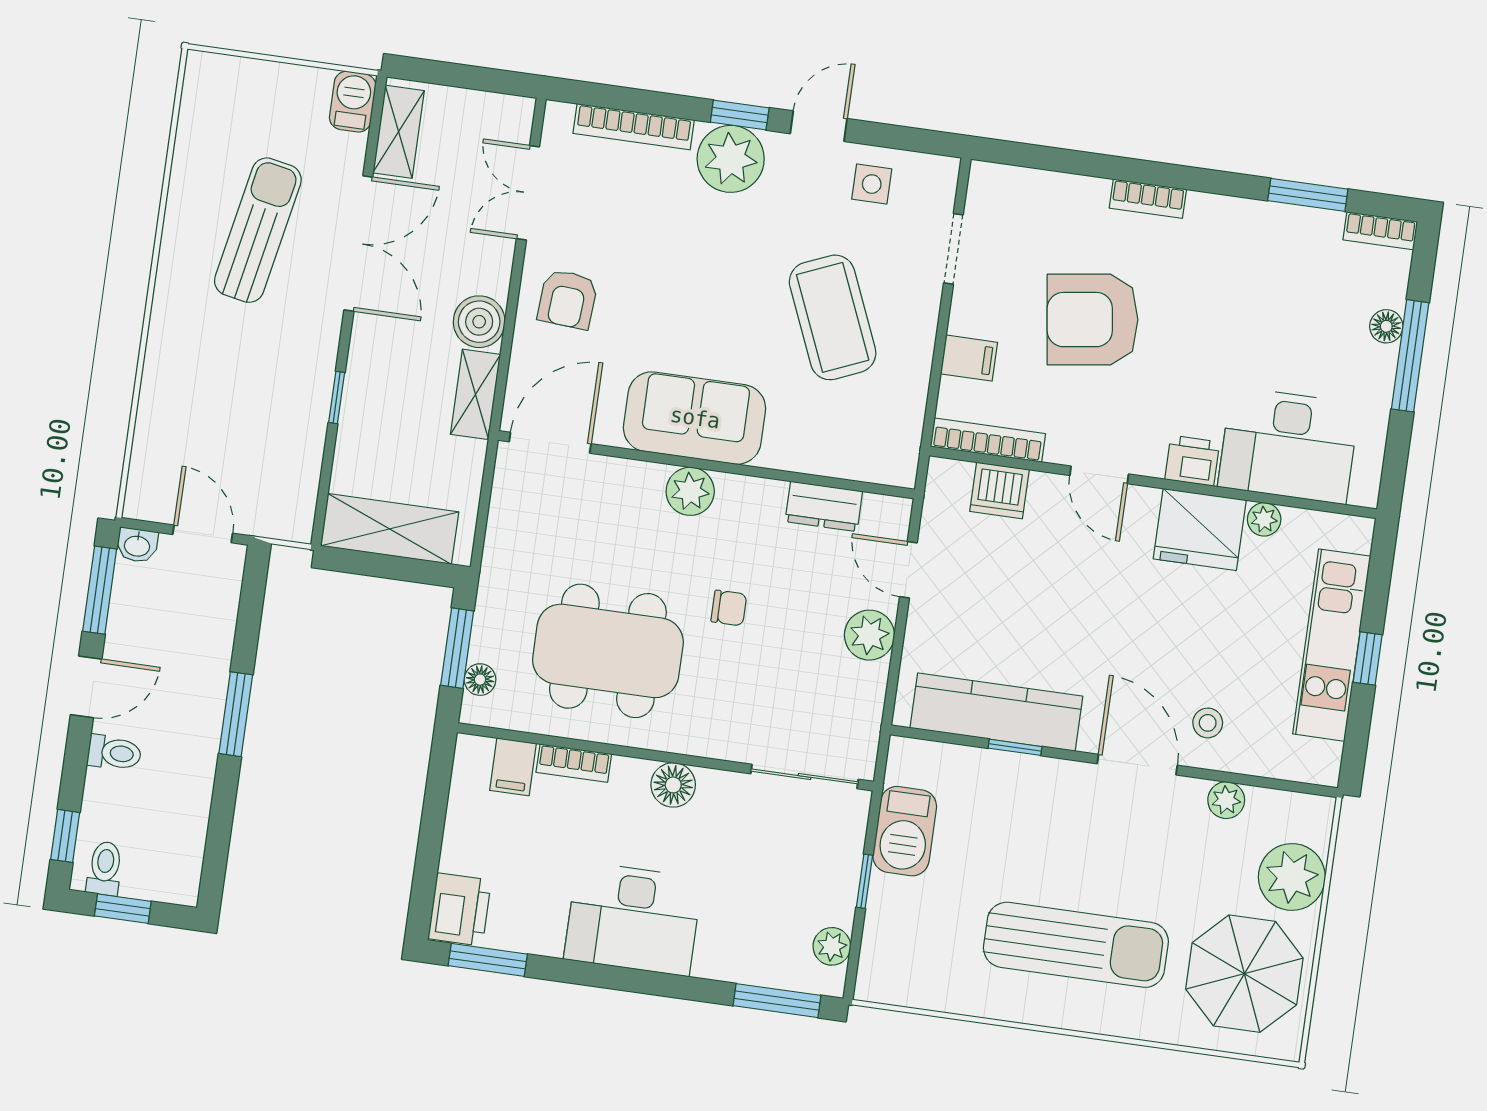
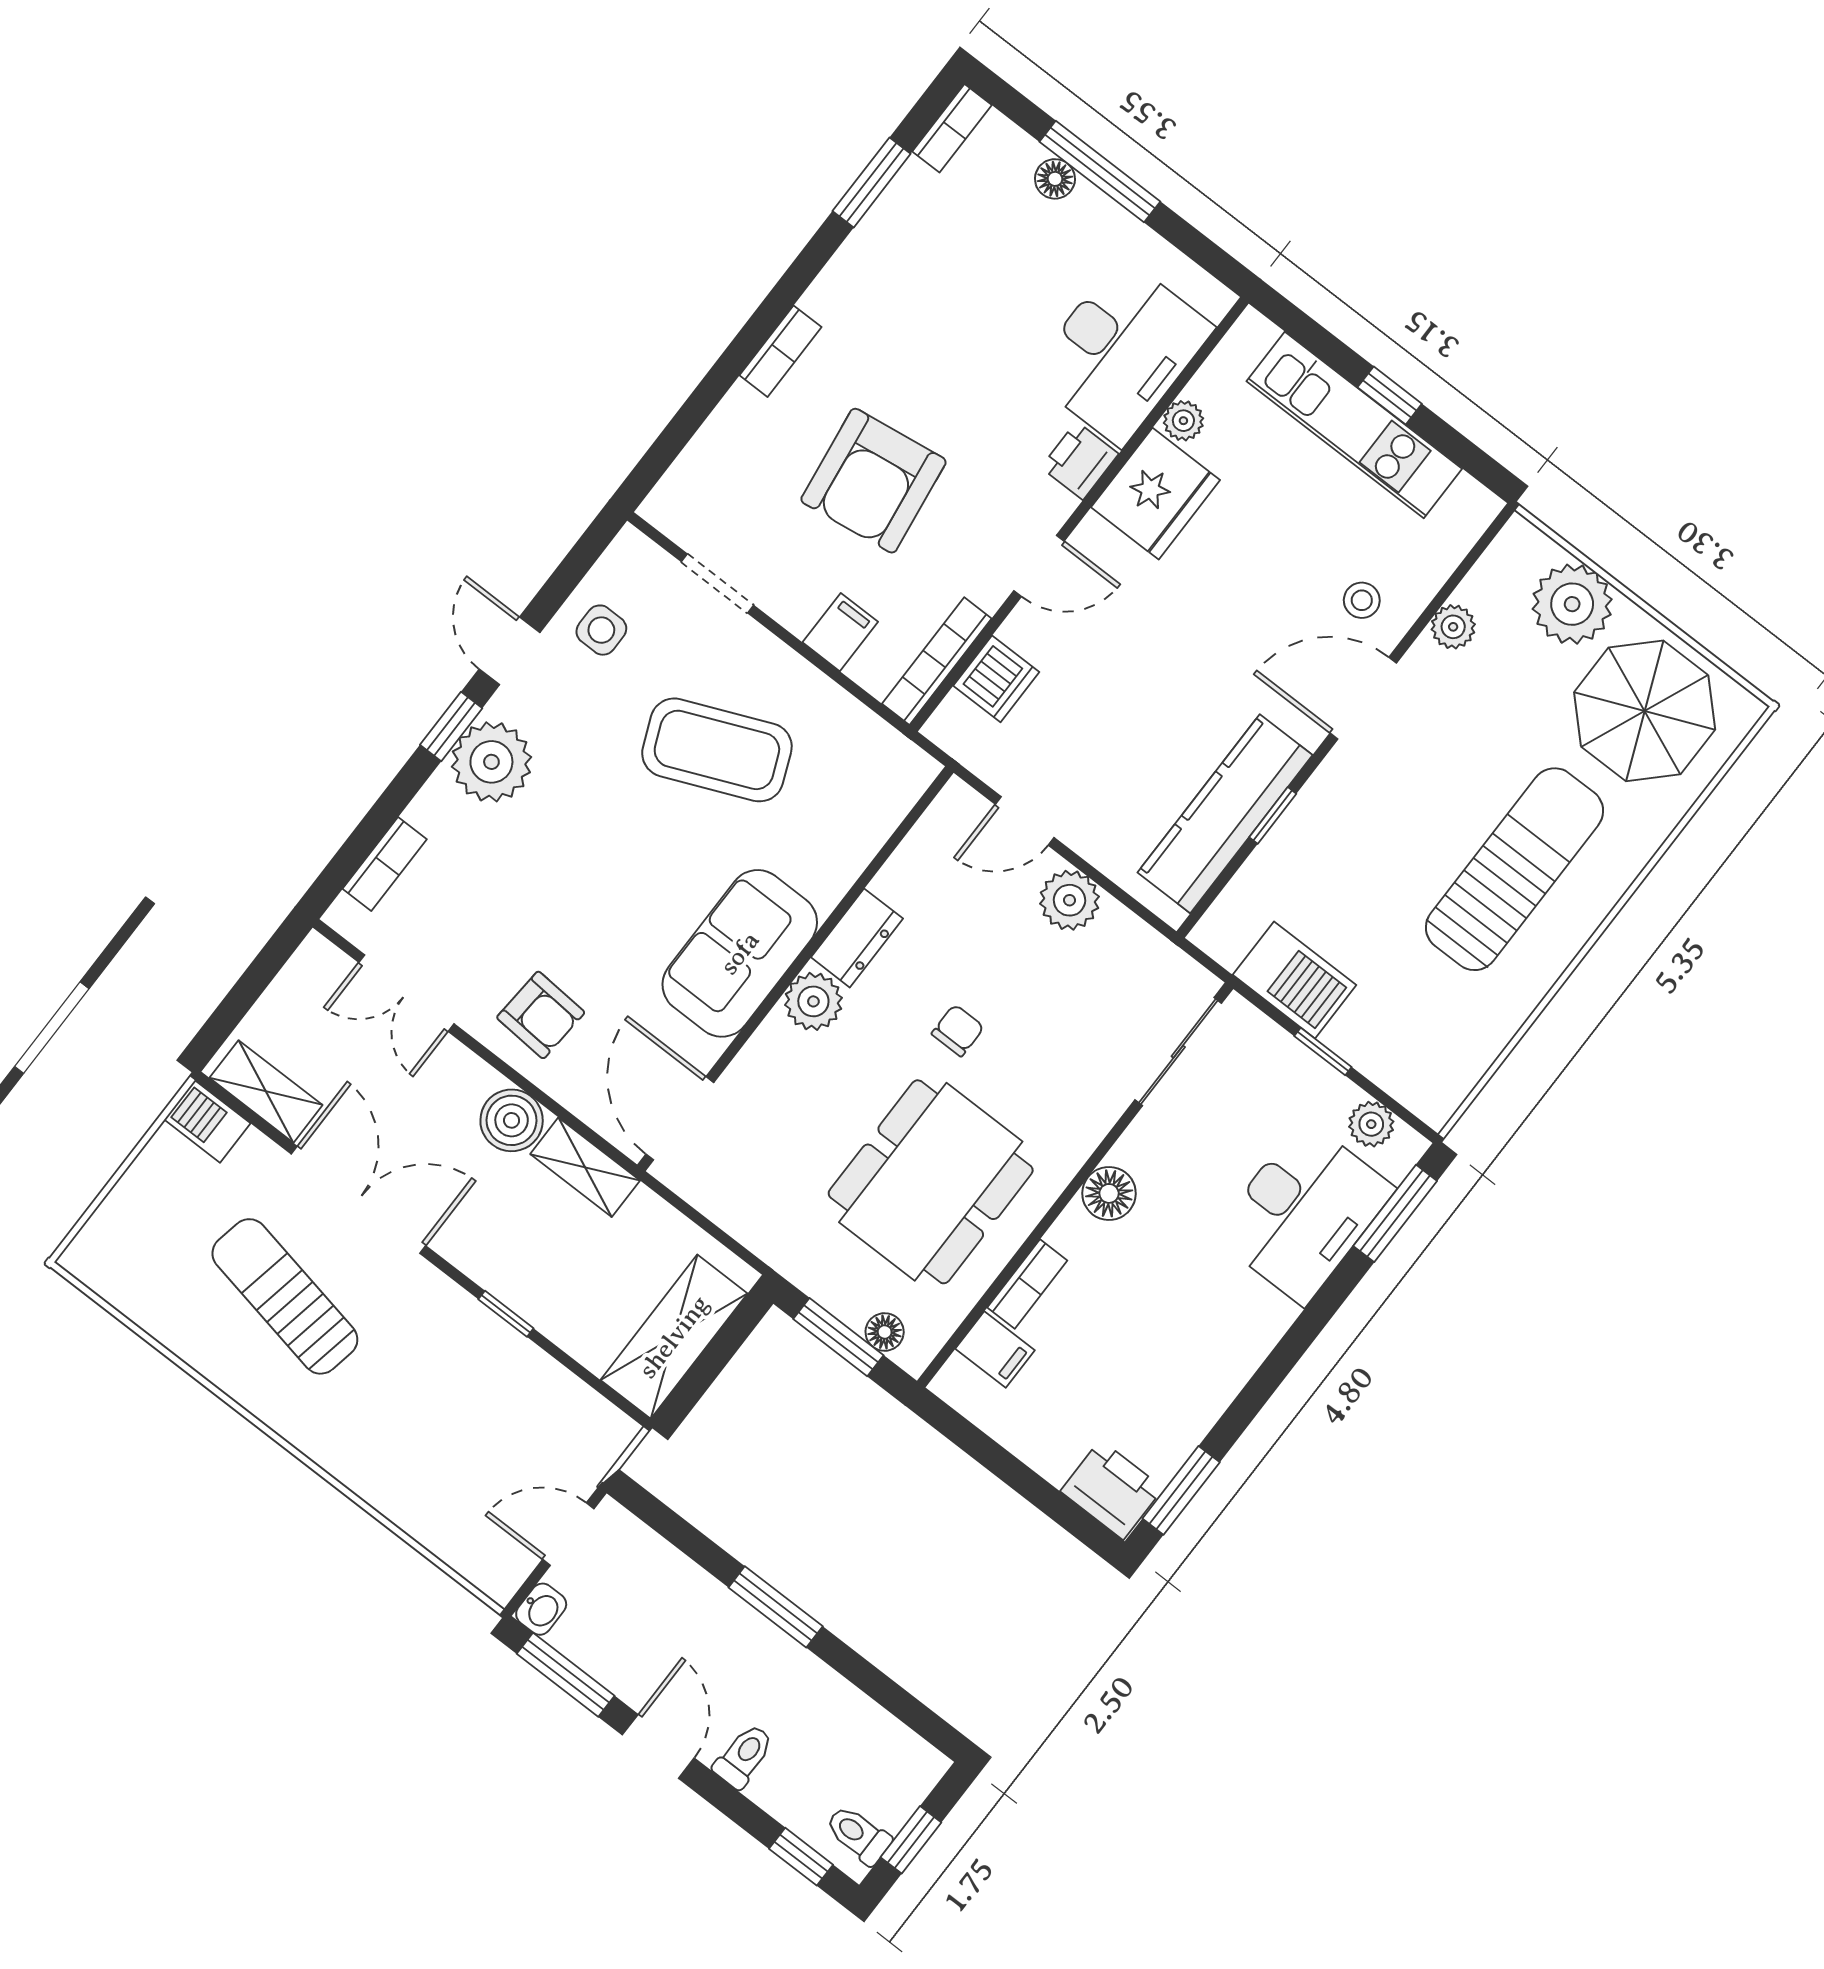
bookcase: (634, 127) -> (385, 864), width x0.64
dresser: (824, 506) -> (857, 938), moved
desk: (633, 919) -> (1304, 1212), moved

